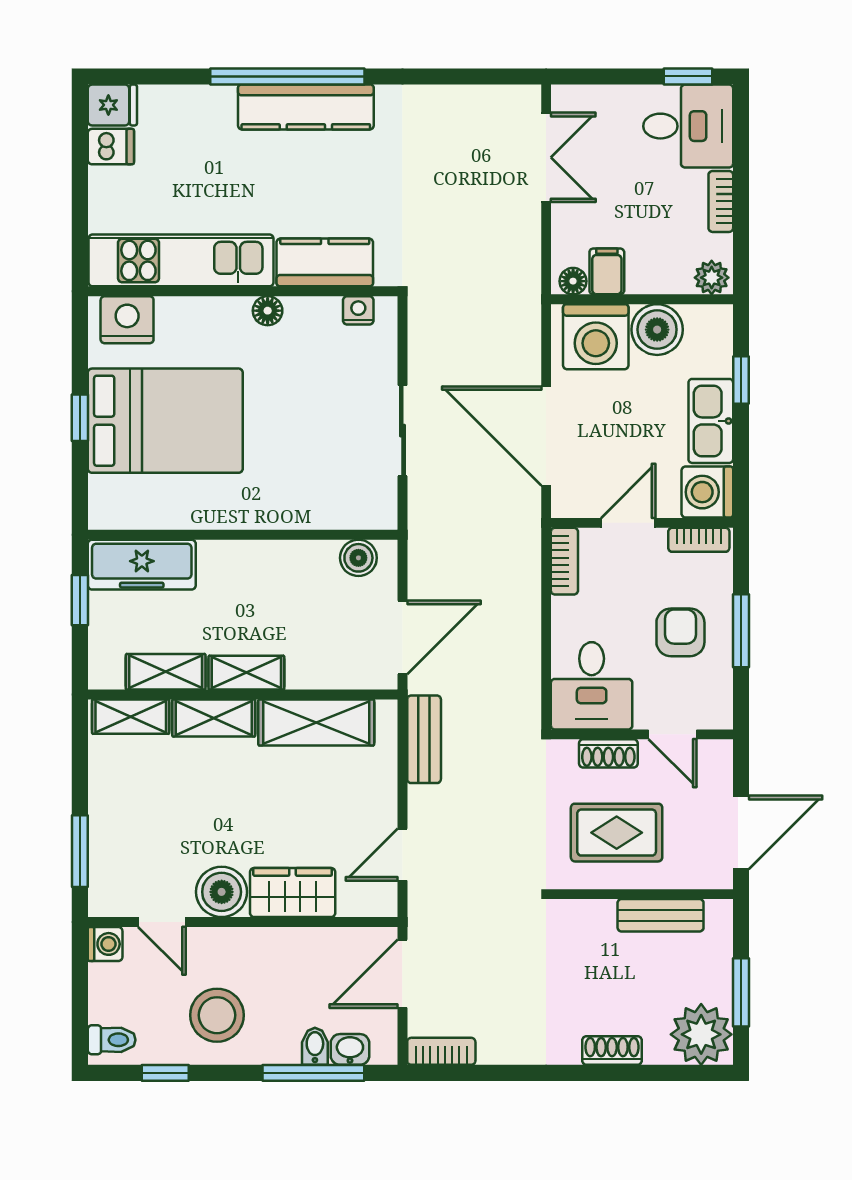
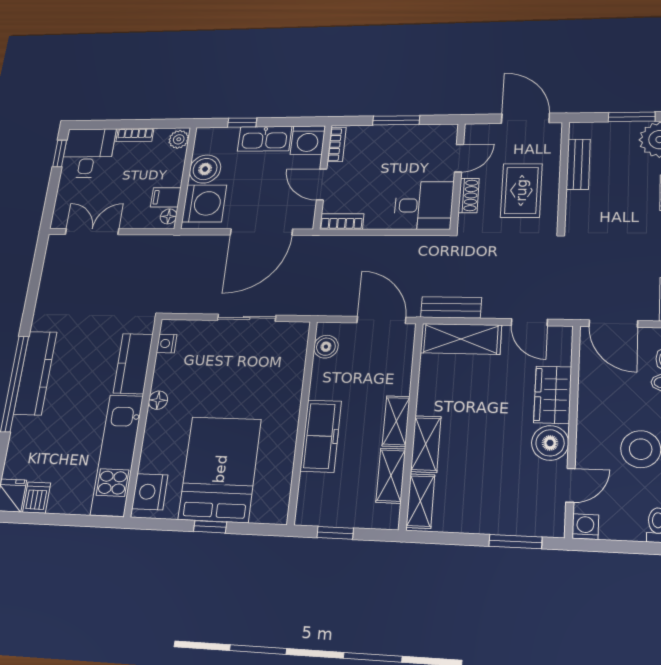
freezer: (142, 565) -> (321, 436), moved
armchair: (680, 632) -> (394, 154), removed
shelving: (316, 722) -> (461, 339), moved, turned 90

